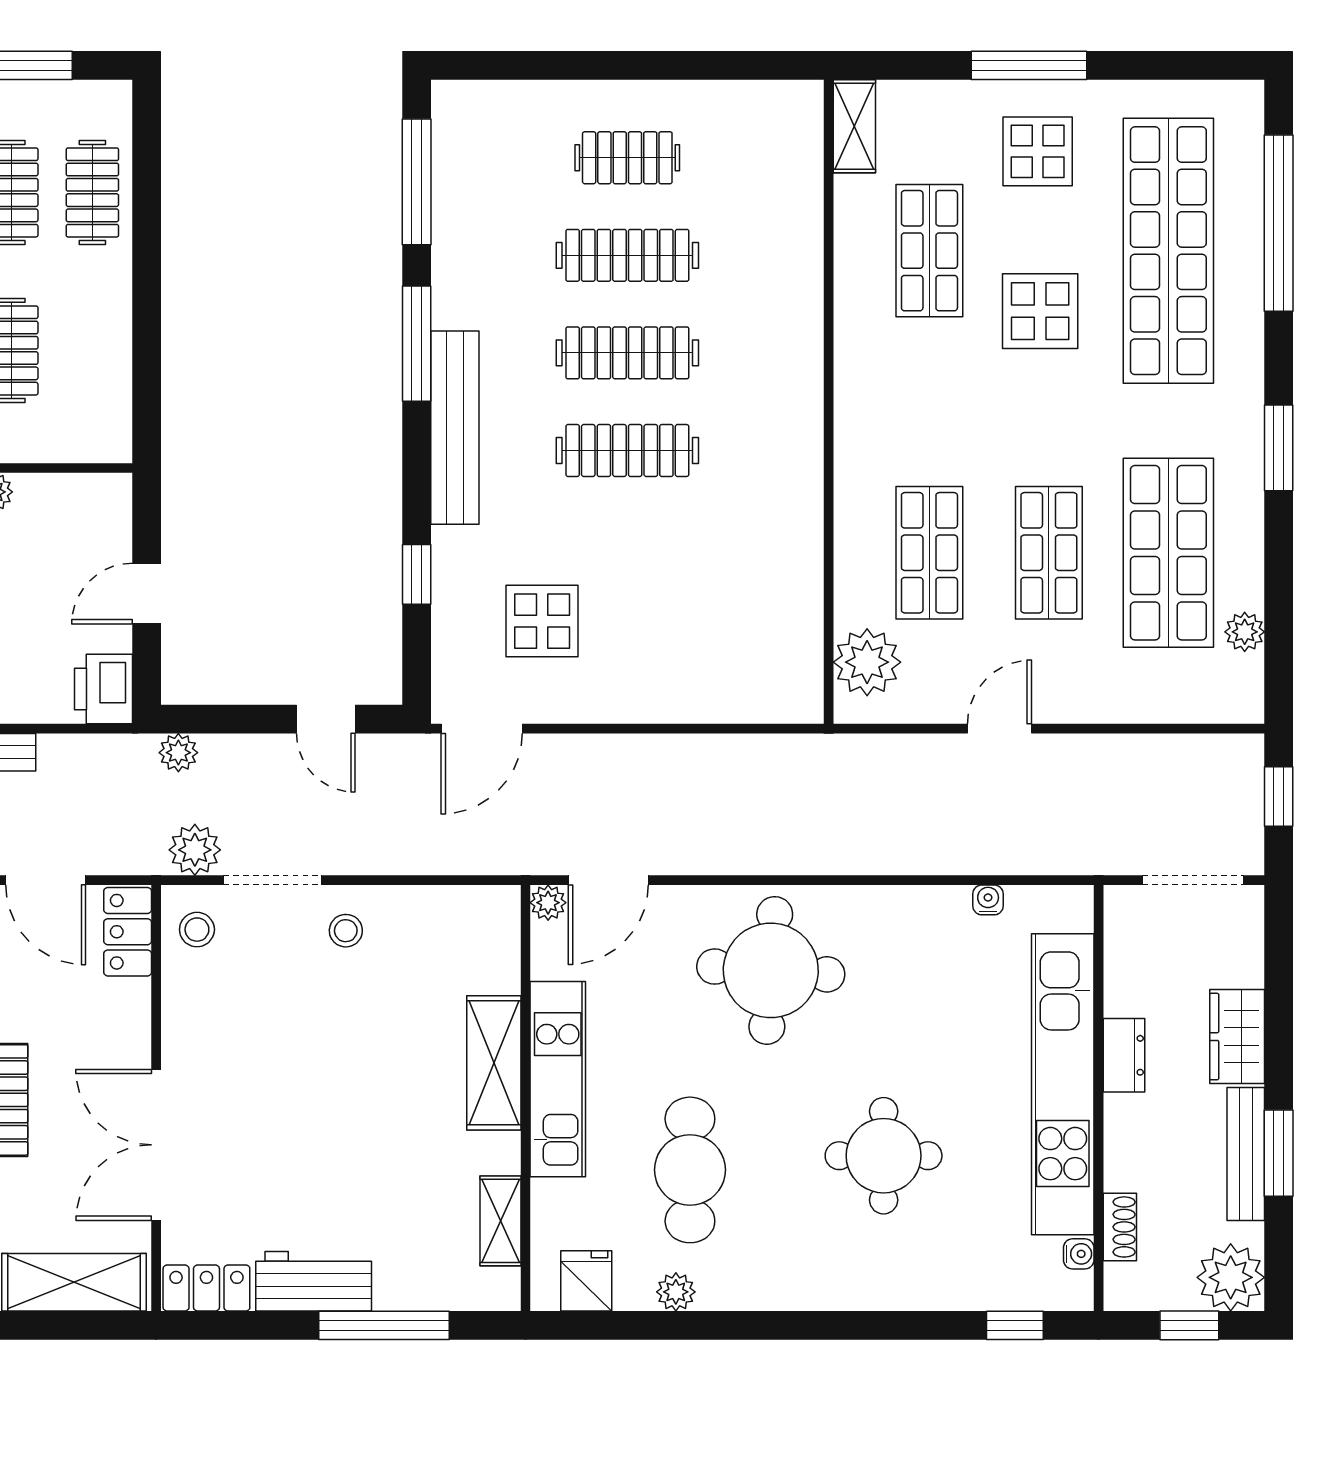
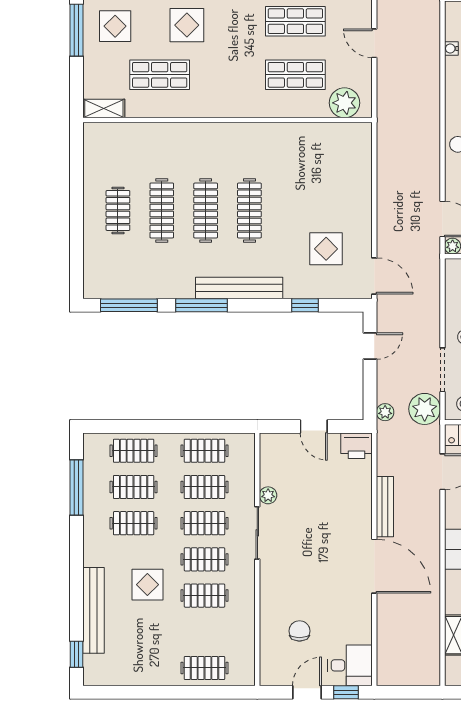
clothes rail: (92, 350) -> (204, 451), added
plant: (195, 850) -> (425, 409), width x1.36, depth x1.36

